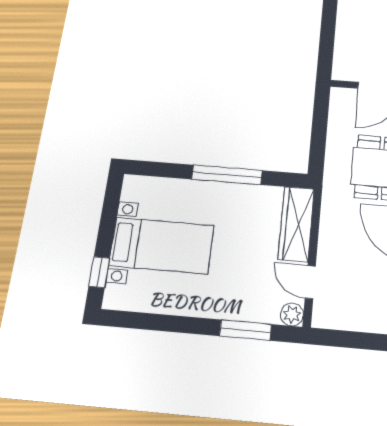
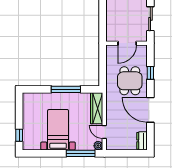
bed with nightstands: (161, 245) -> (58, 130), moved, turned -90
window: (245, 330) -> (81, 153), width x1.44

